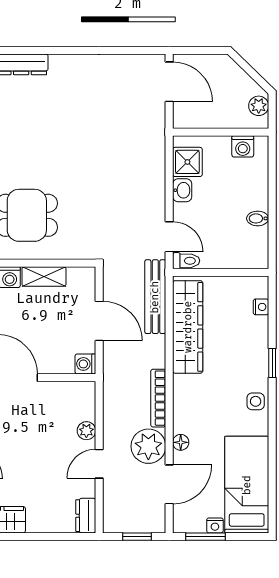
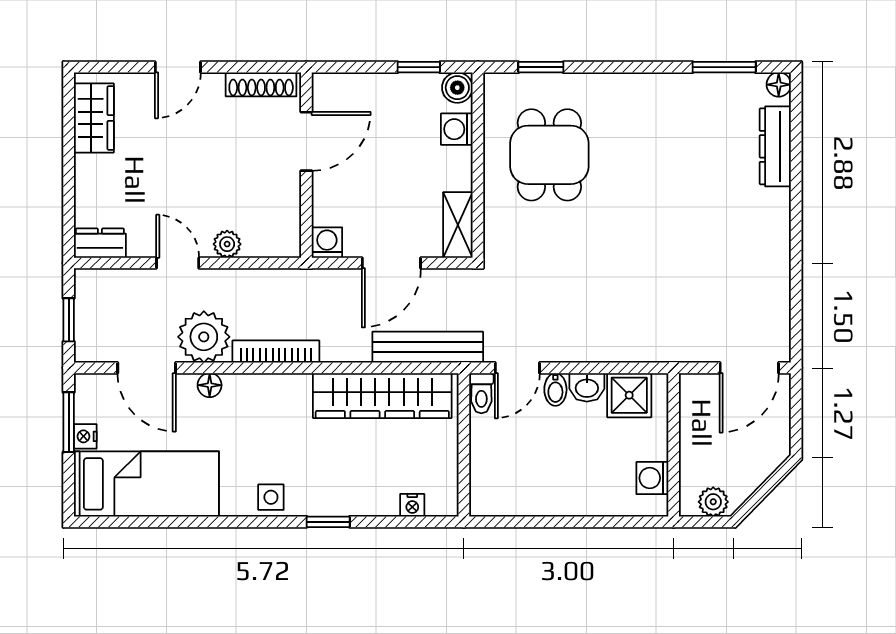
bidet: (258, 218) -> (555, 390), moved, turned 180
shelving: (44, 276) -> (458, 225), moved

